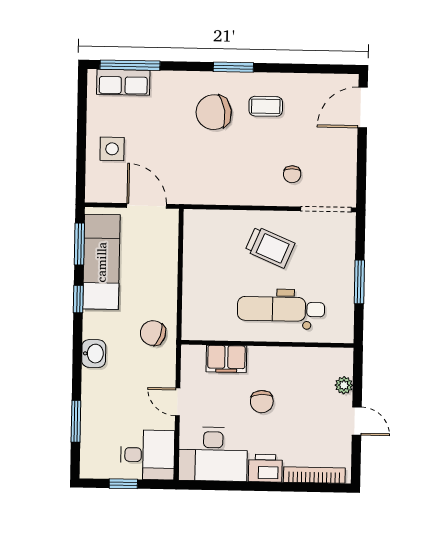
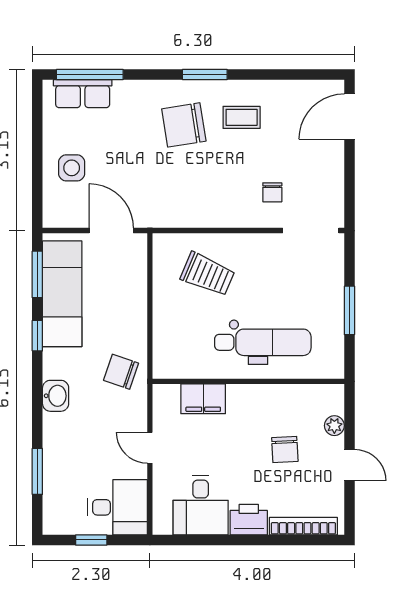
trolley: (270, 247) -> (208, 274), moved
dental chair: (281, 309) -> (263, 342), turned 180
chair: (262, 402) -> (285, 449), moved
desk: (213, 454) -> (201, 505), width x0.73

